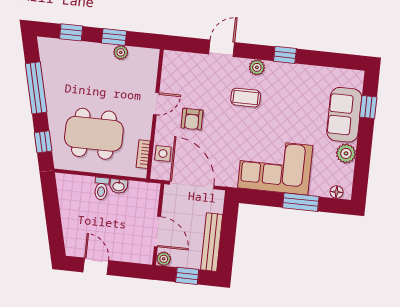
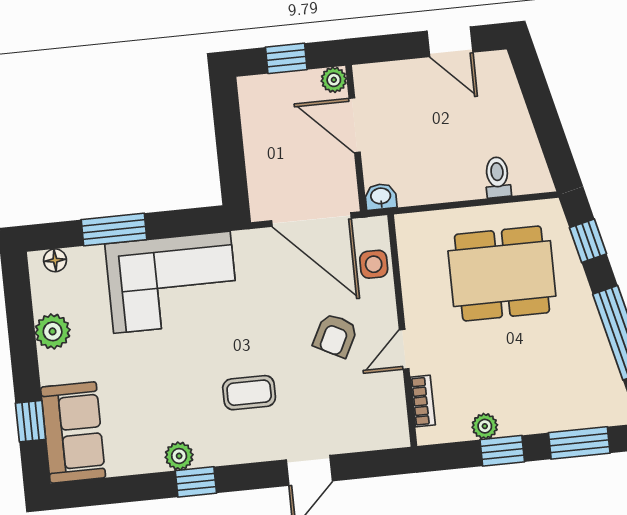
window: (71, 32) -> (579, 443), width x1.50
plant: (257, 67) -> (179, 456), moved
sofa: (344, 115) -> (73, 432), moved
armchair: (192, 119) -> (335, 335), turned -153
bookcase: (143, 154) -> (423, 401), moved
washbasin: (119, 186) -> (381, 197), moved
toilet: (101, 189) -> (497, 177), moved
bench: (212, 242) -> (256, 127), removed

